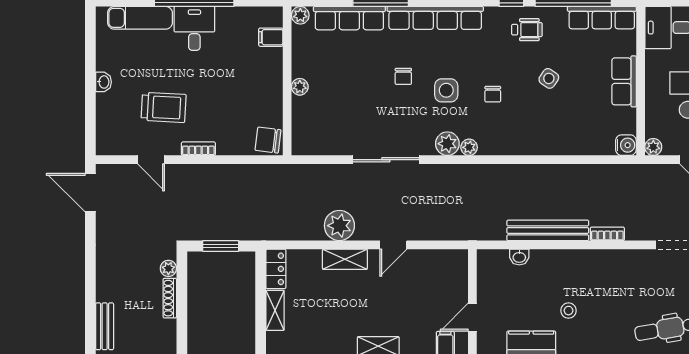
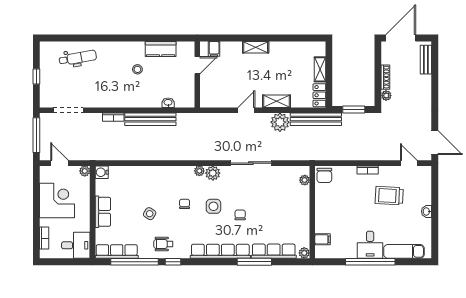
plant: (300, 87) -> (305, 180), moved
chair: (268, 140) -> (324, 175), turned 83
door: (151, 160) -> (409, 163), moved
bench: (282, 230) -> (316, 119), added

